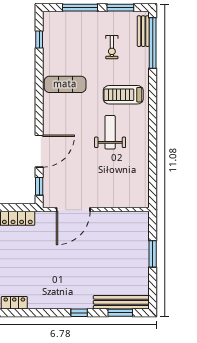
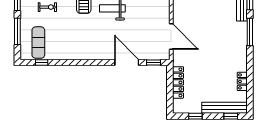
exercise mat: (65, 84) -> (38, 43), moved
window: (79, 313) -> (250, 32), width x2.17

